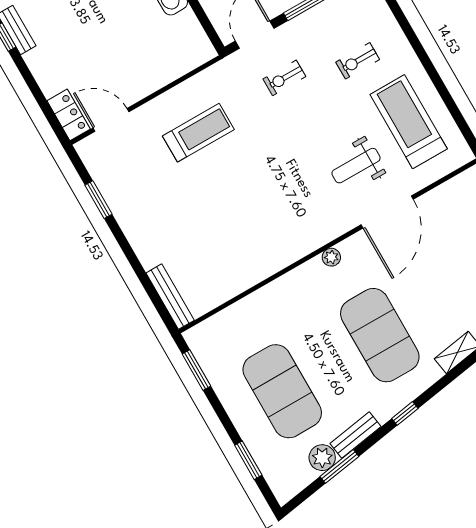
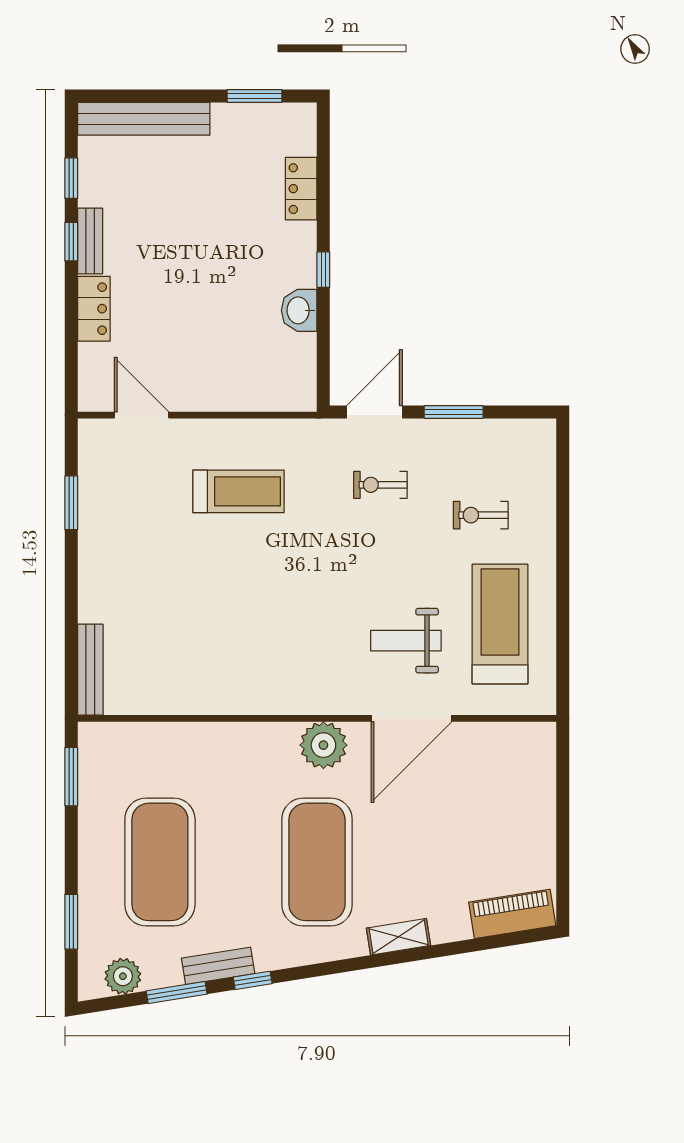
locker: (69, 115) -> (94, 309), moved
plant: (331, 257) -> (323, 745), width x1.87, depth x1.87
window: (405, 413) -> (253, 980), moved
plant: (322, 458) -> (123, 976), moved

